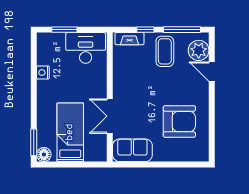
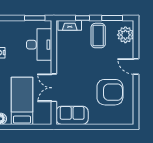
window: (64, 30) -> (35, 18), moved
window: (182, 30) -> (112, 18), width x0.69
desk: (86, 48) -> (39, 45), moved, turned 90
door: (212, 72) -> (136, 67), moved

